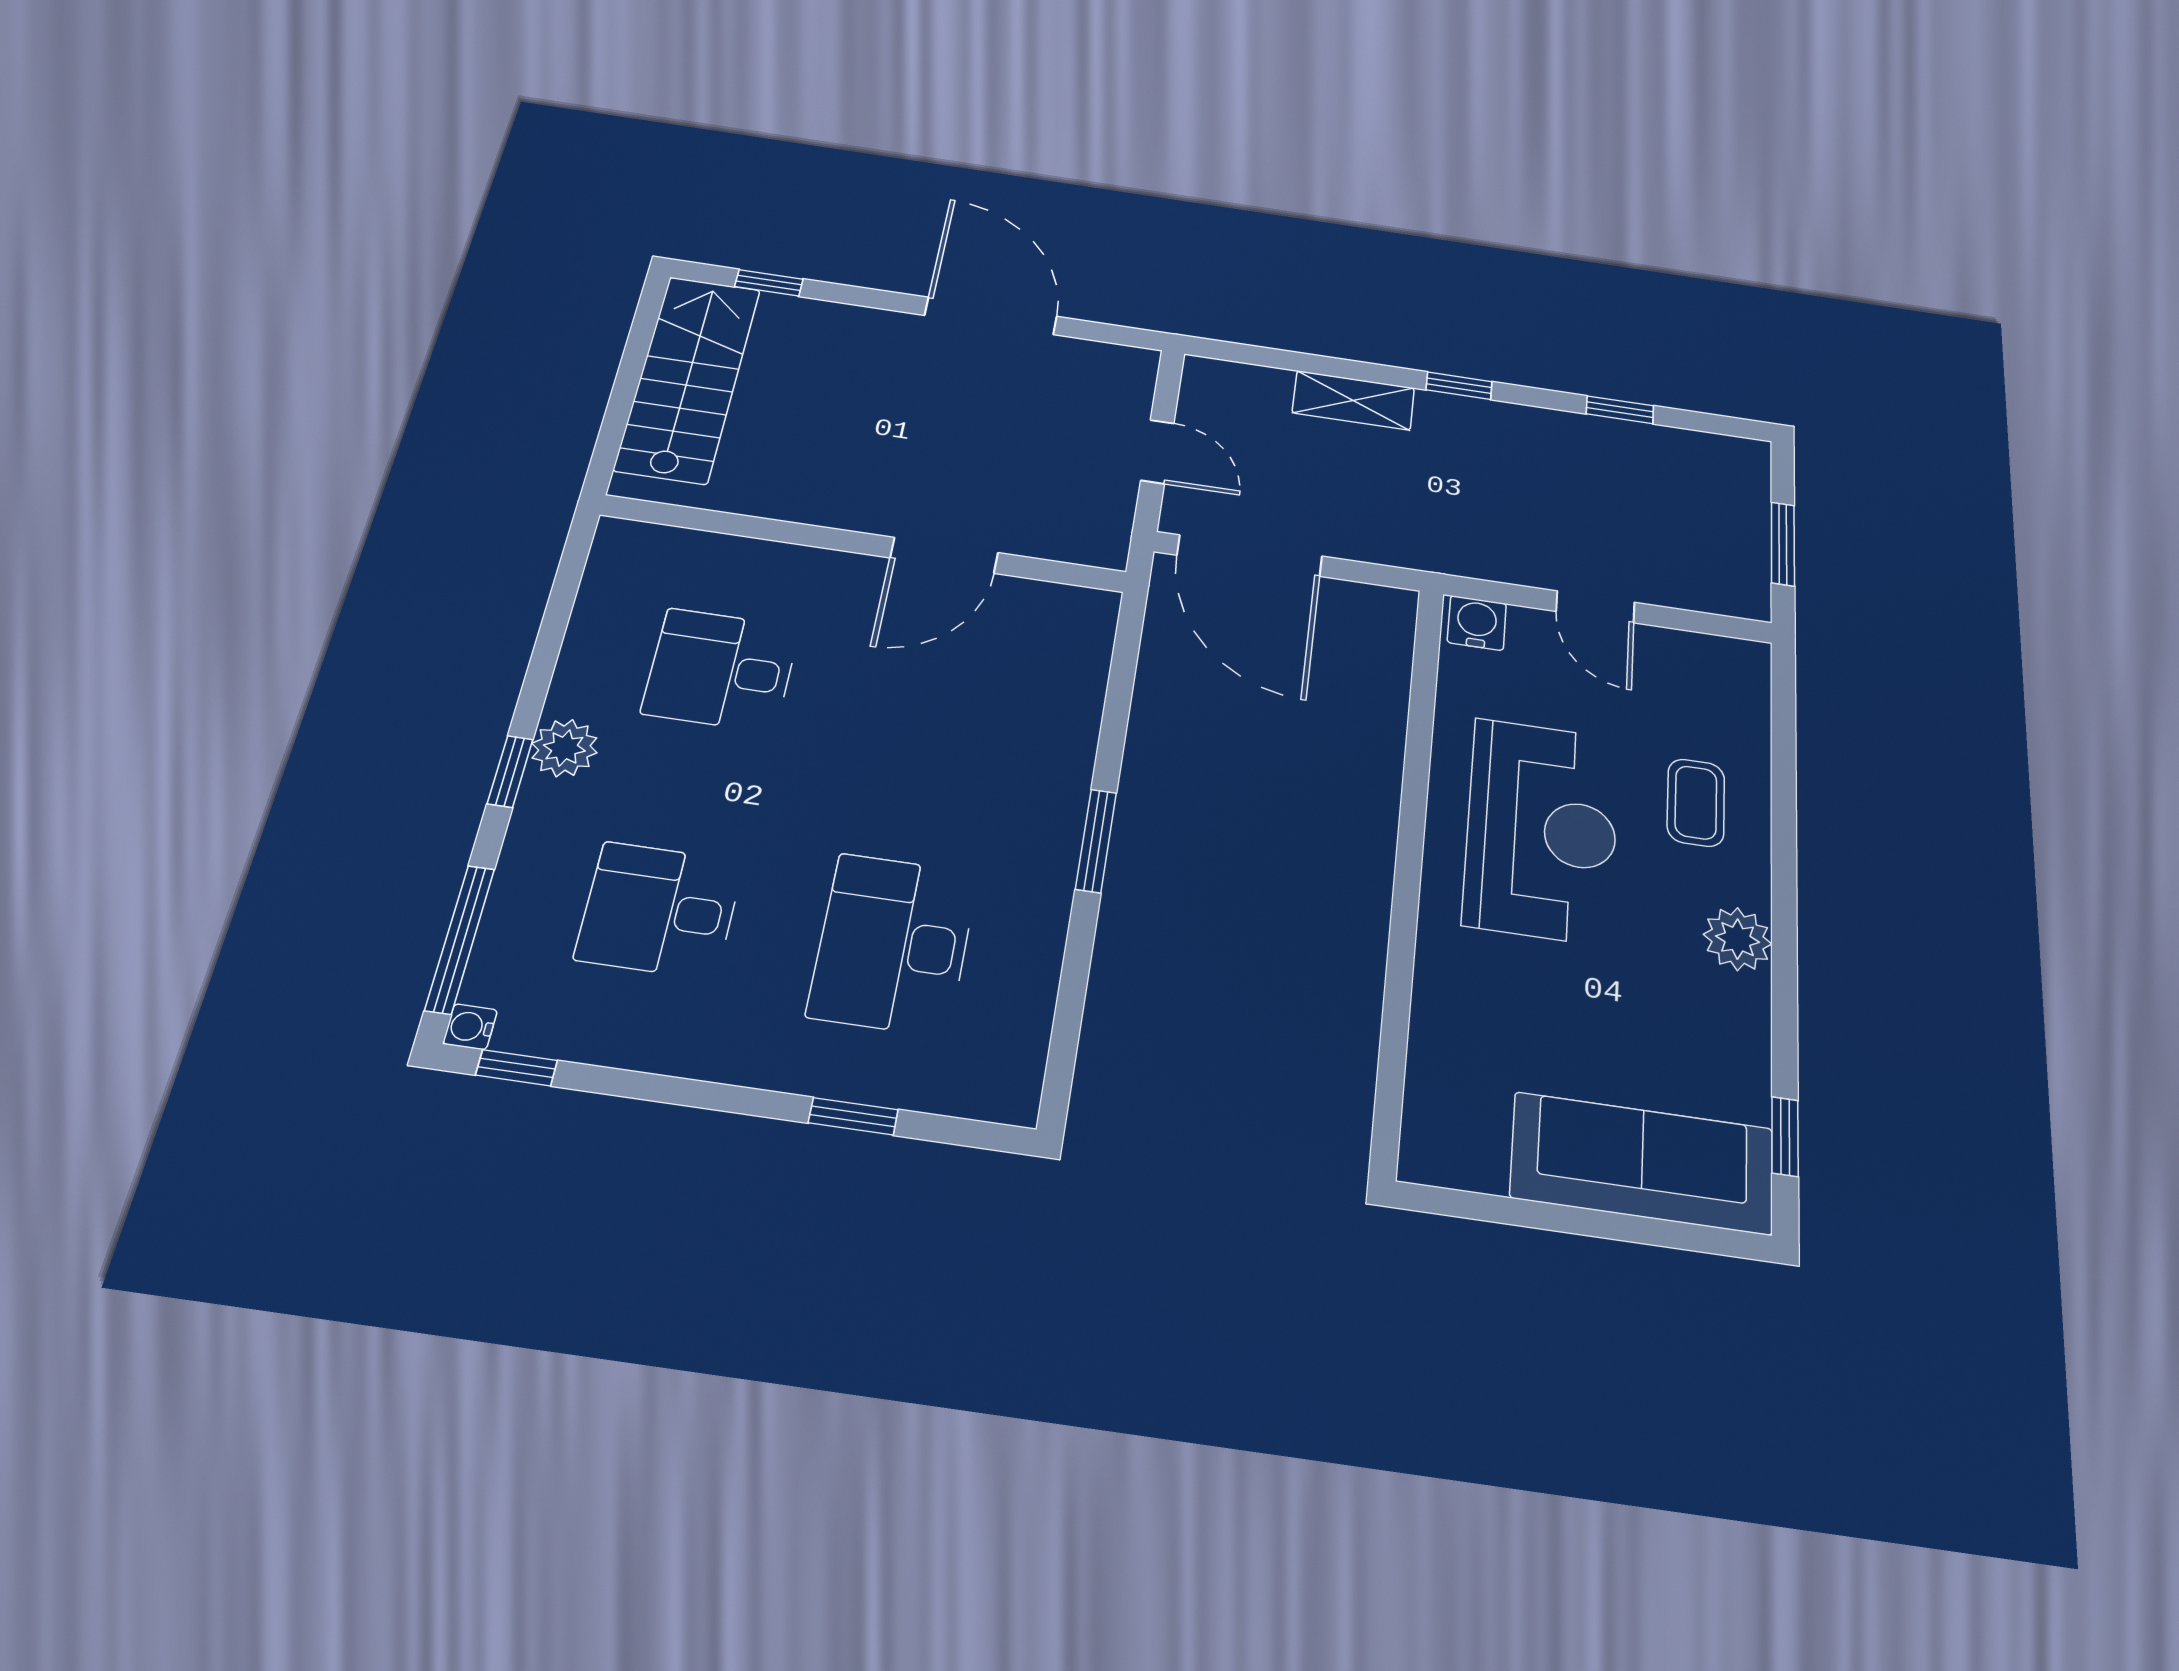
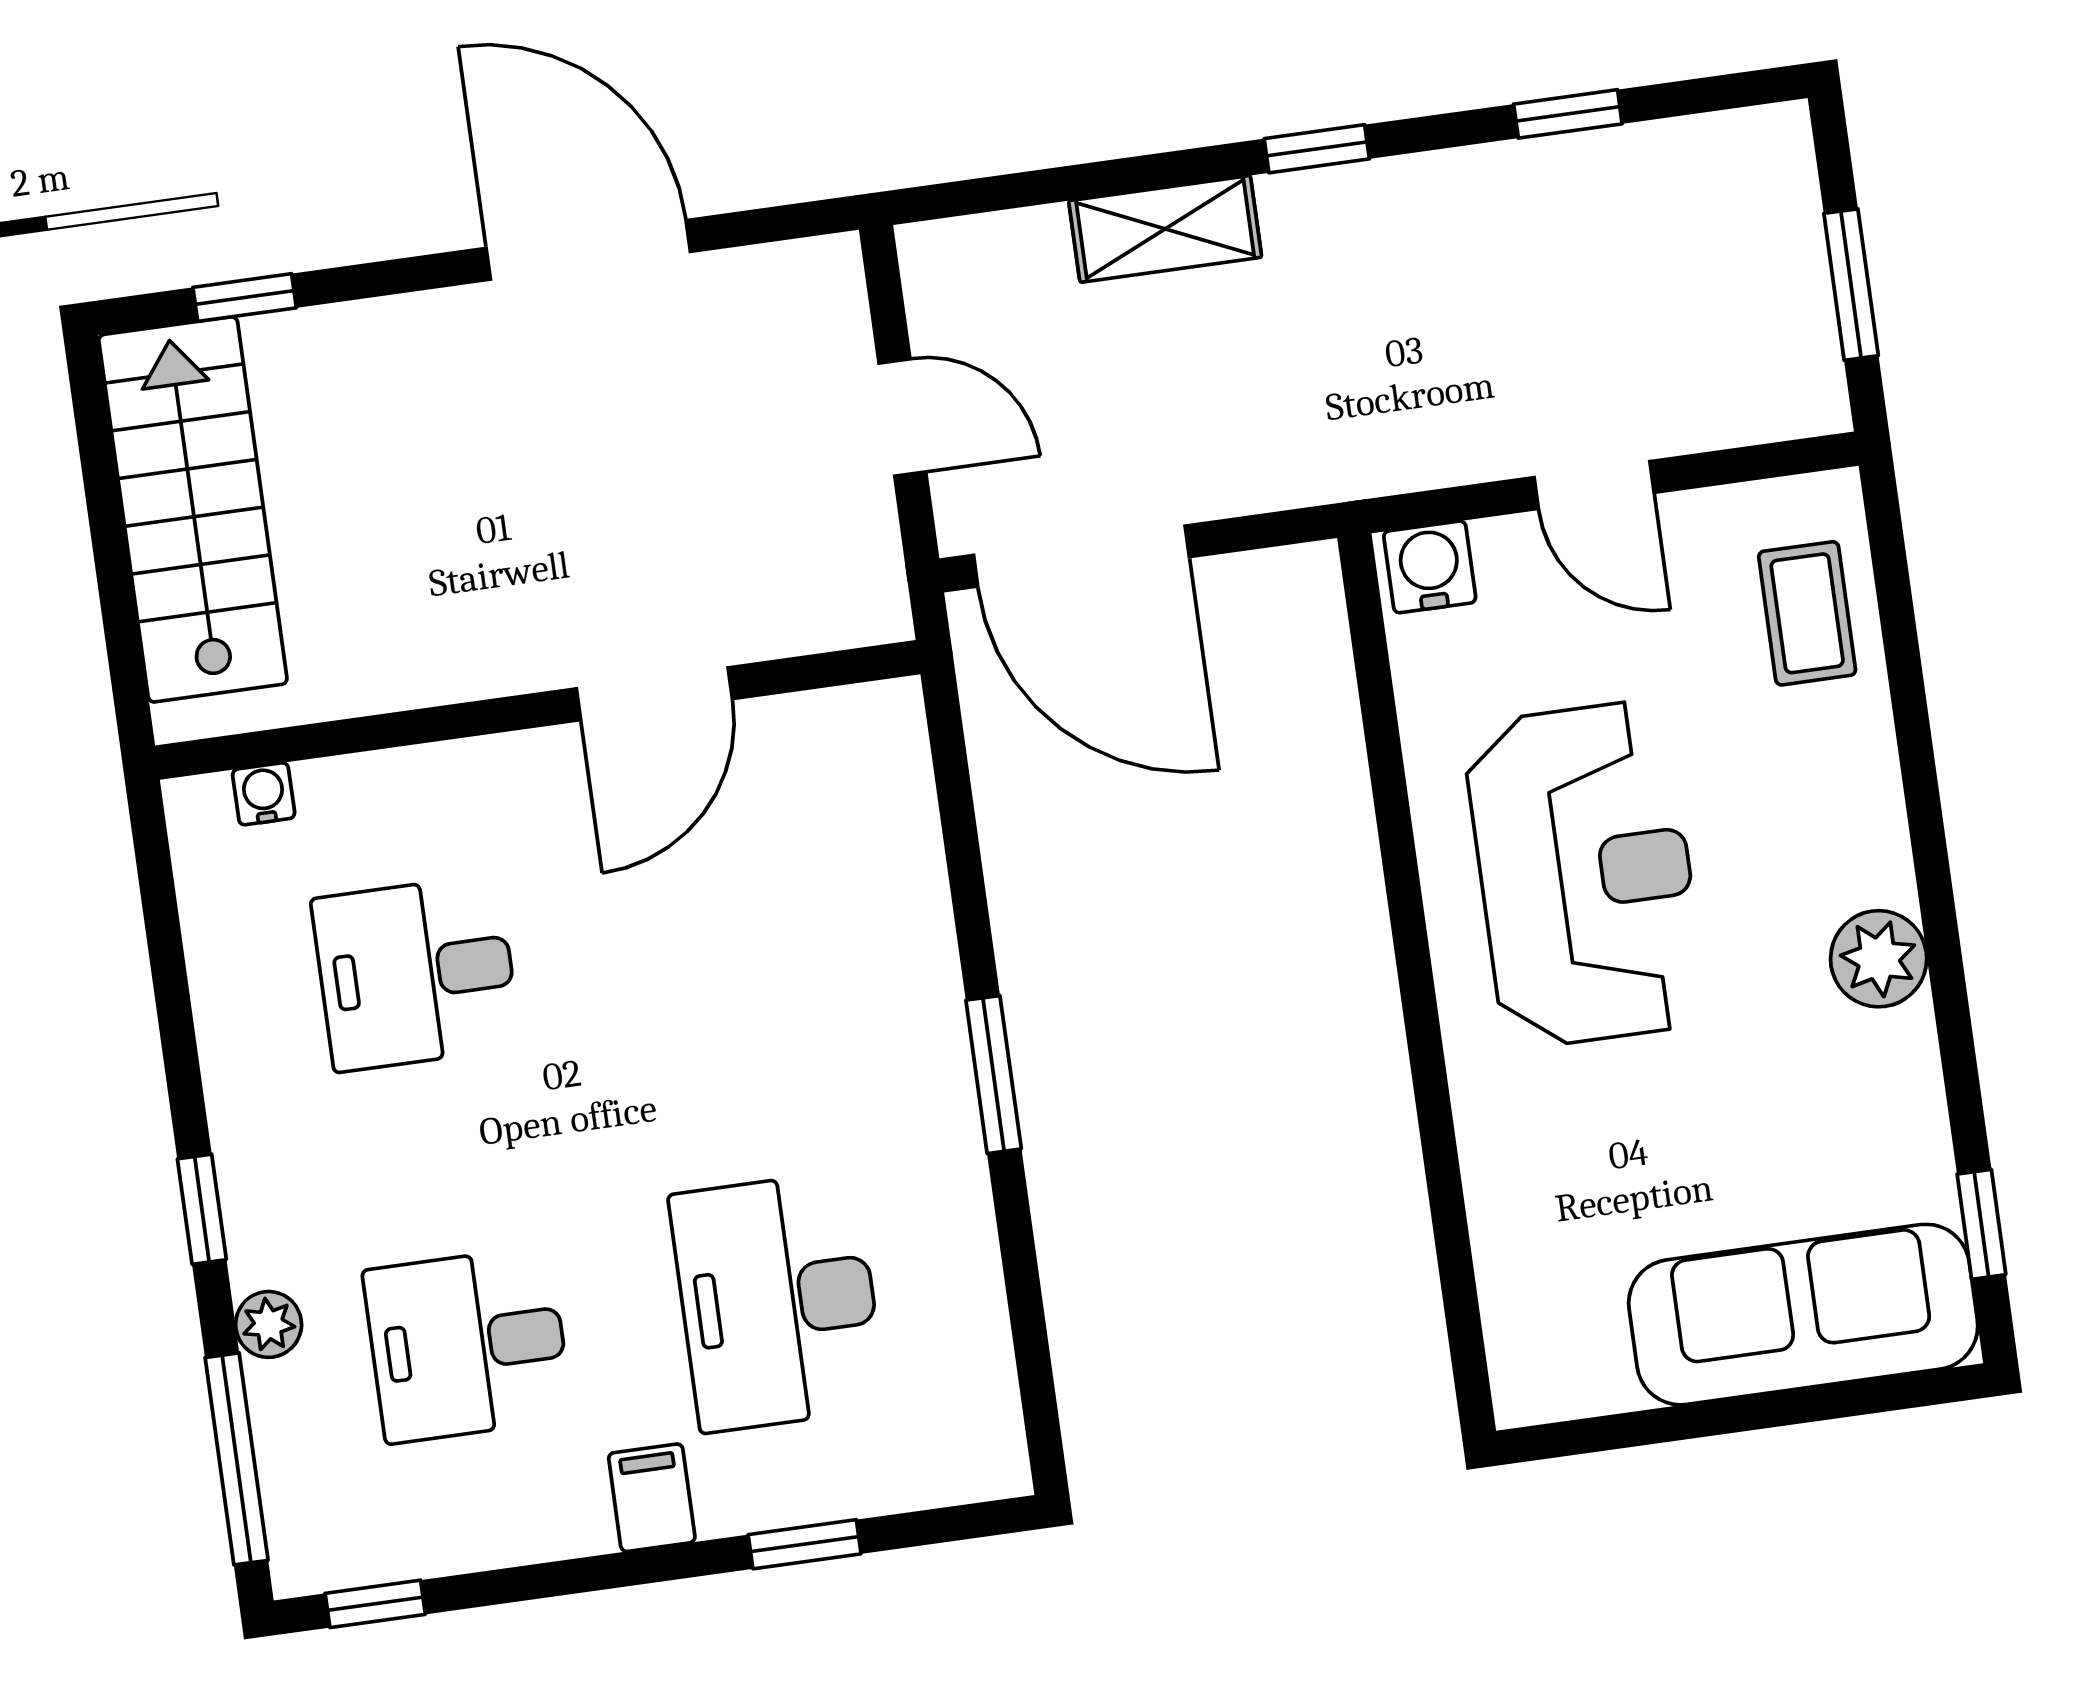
plant: (564, 748) -> (269, 1324), moved, width x0.73, depth x0.73
coffee table: (1696, 803) -> (1807, 613), moved
water cooler: (470, 1027) -> (264, 794), moved, turned 90
filing cabinet: (752, 1051) -> (652, 1498), added

